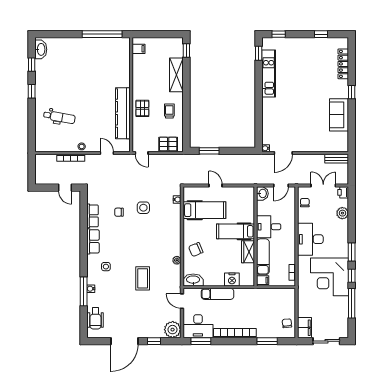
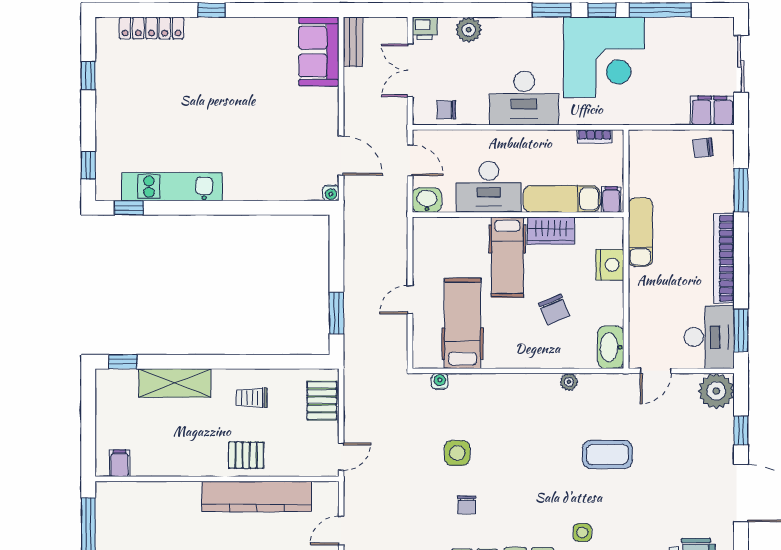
sofa: (339, 115) -> (319, 52), moved, turned 90
desk: (269, 227) -> (489, 187), width x1.37
chair: (196, 250) -> (554, 310), moved
exam couch: (218, 294) -> (640, 232), moved

